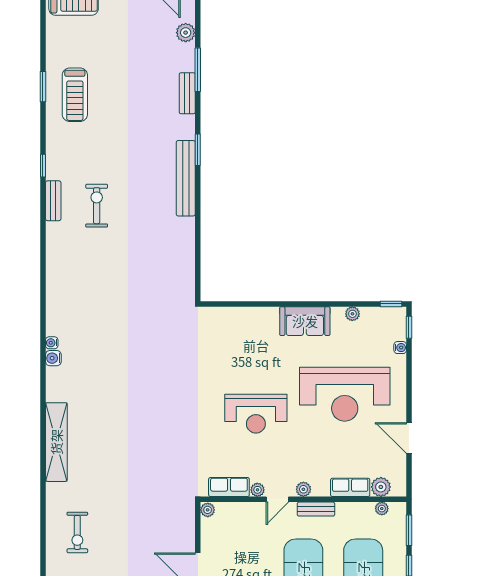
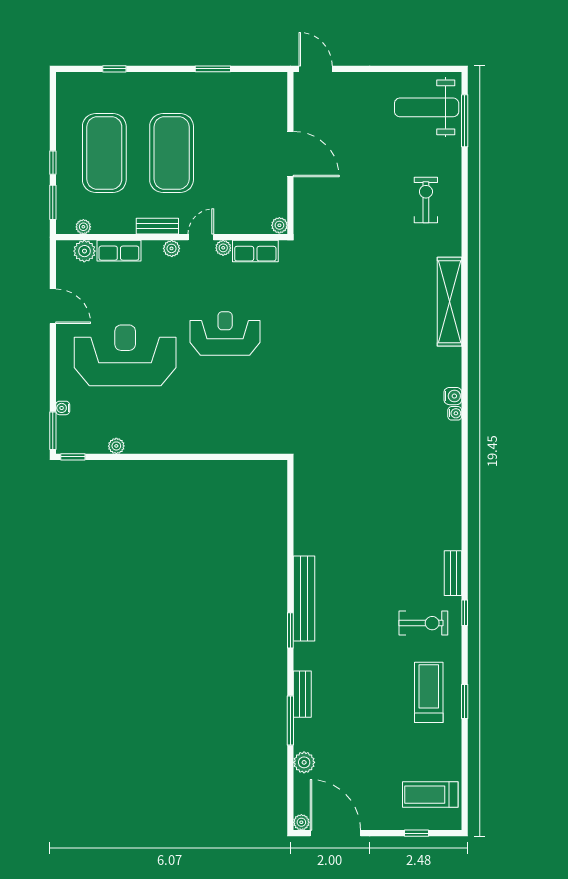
exercise bike: (97, 206) -> (423, 623), moved, turned -90
sofa: (305, 321) -> (170, 438), removed
window: (409, 327) -> (53, 431), width x1.50

